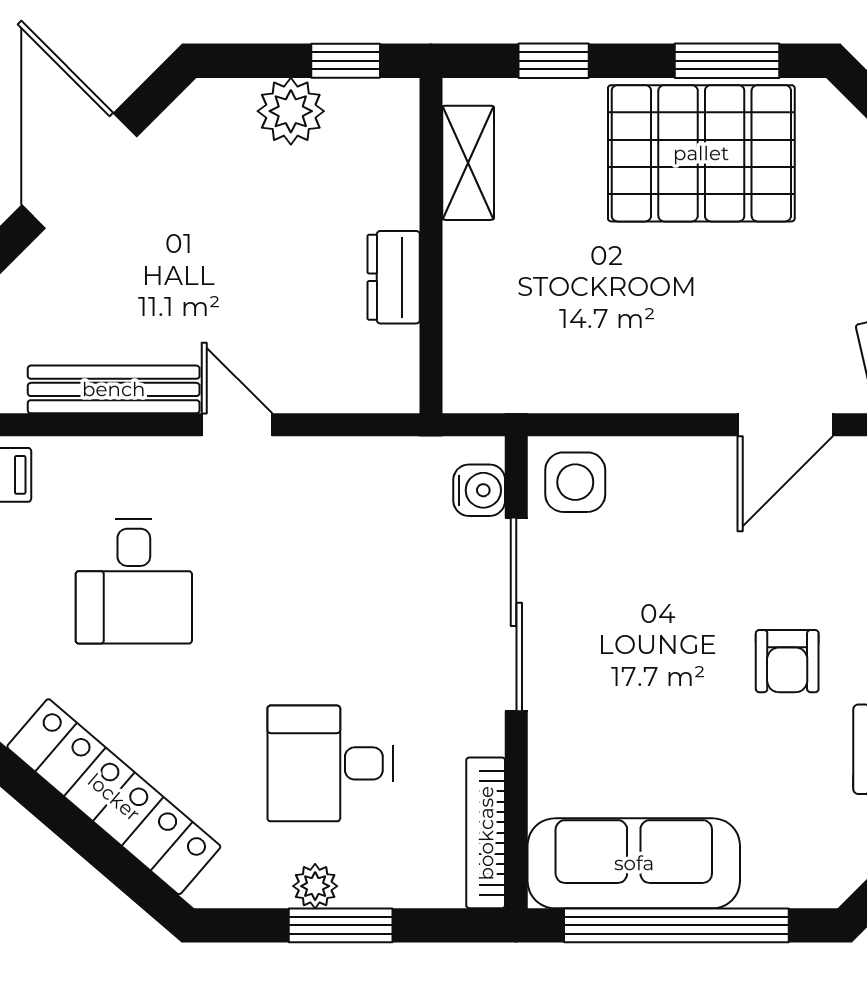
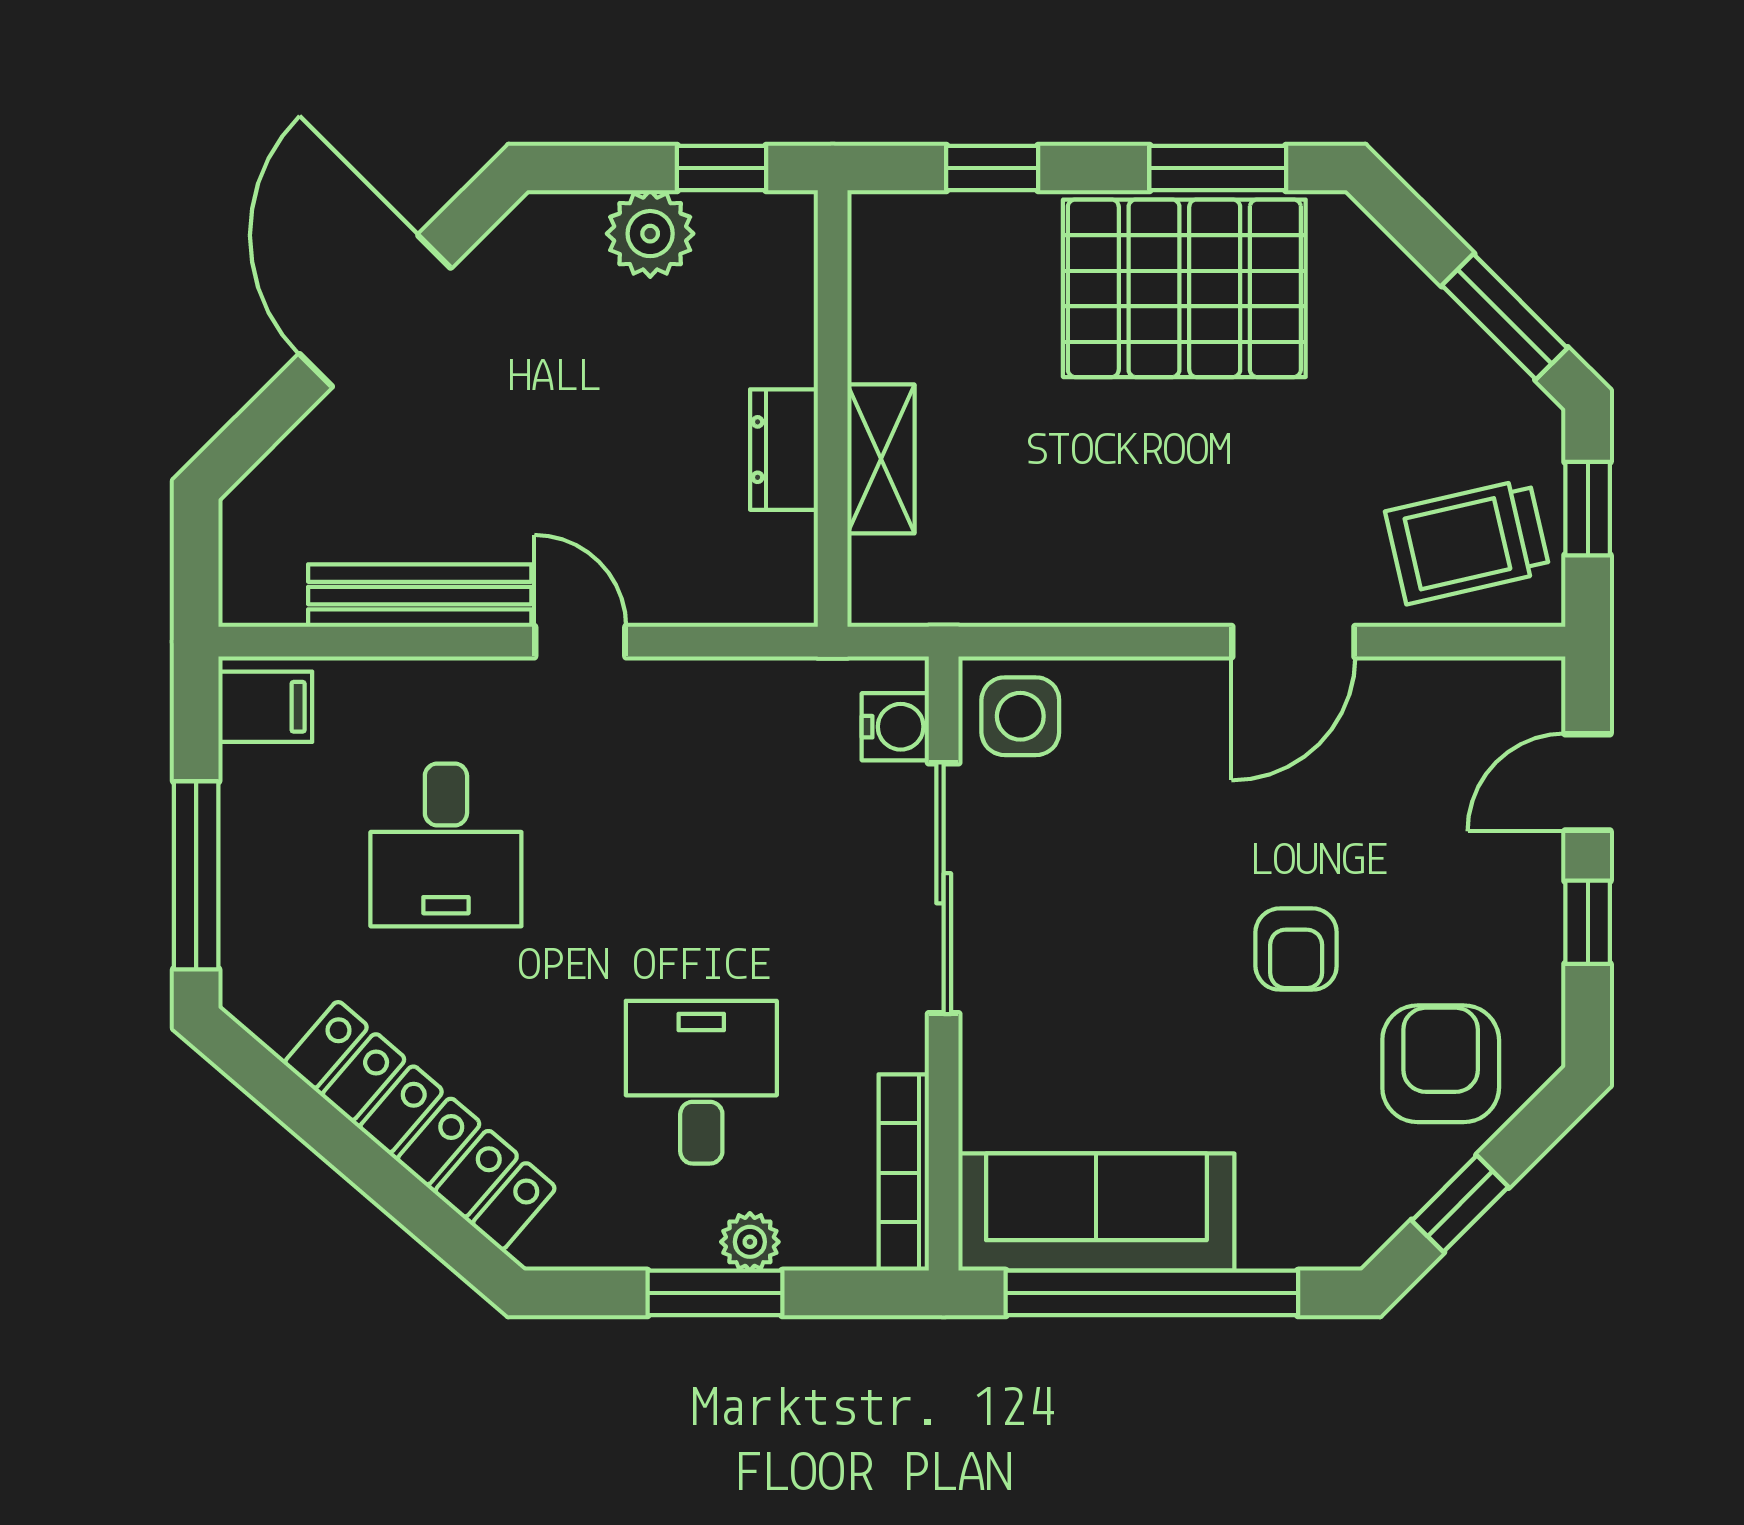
shelving: (468, 163) -> (881, 459), moved
desk: (330, 763) -> (701, 1082), turned 90
plant: (315, 886) -> (750, 1242), moved

